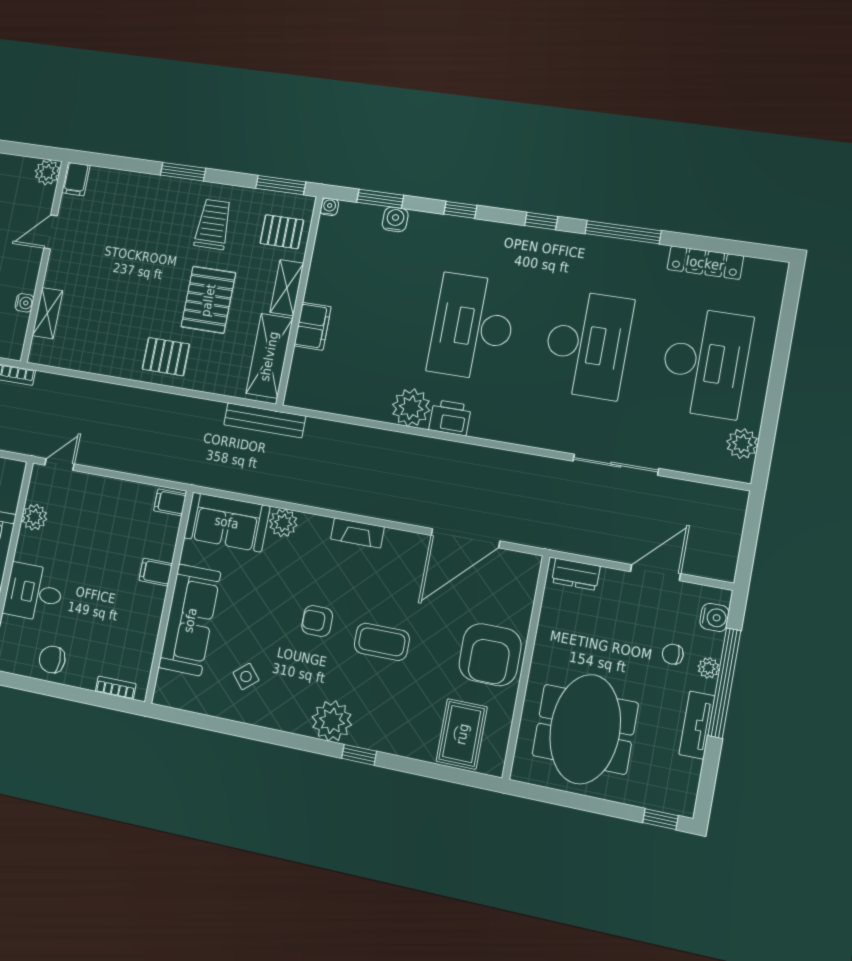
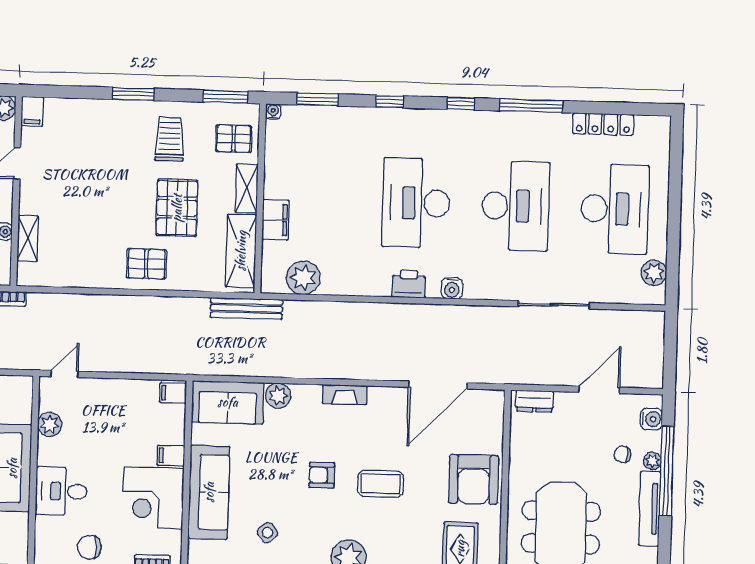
water cooler: (395, 219) -> (452, 288), moved, turned 180
plant: (411, 408) -> (303, 278), moved
corner desk: (129, 616) -> (153, 498), added
tv unit: (697, 725) -> (650, 509), width x1.41

